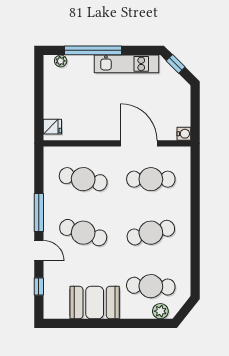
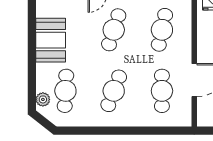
water cooler: (184, 134) -> (203, 121), removed
cafe table: (151, 233) -> (114, 91), turned 36

